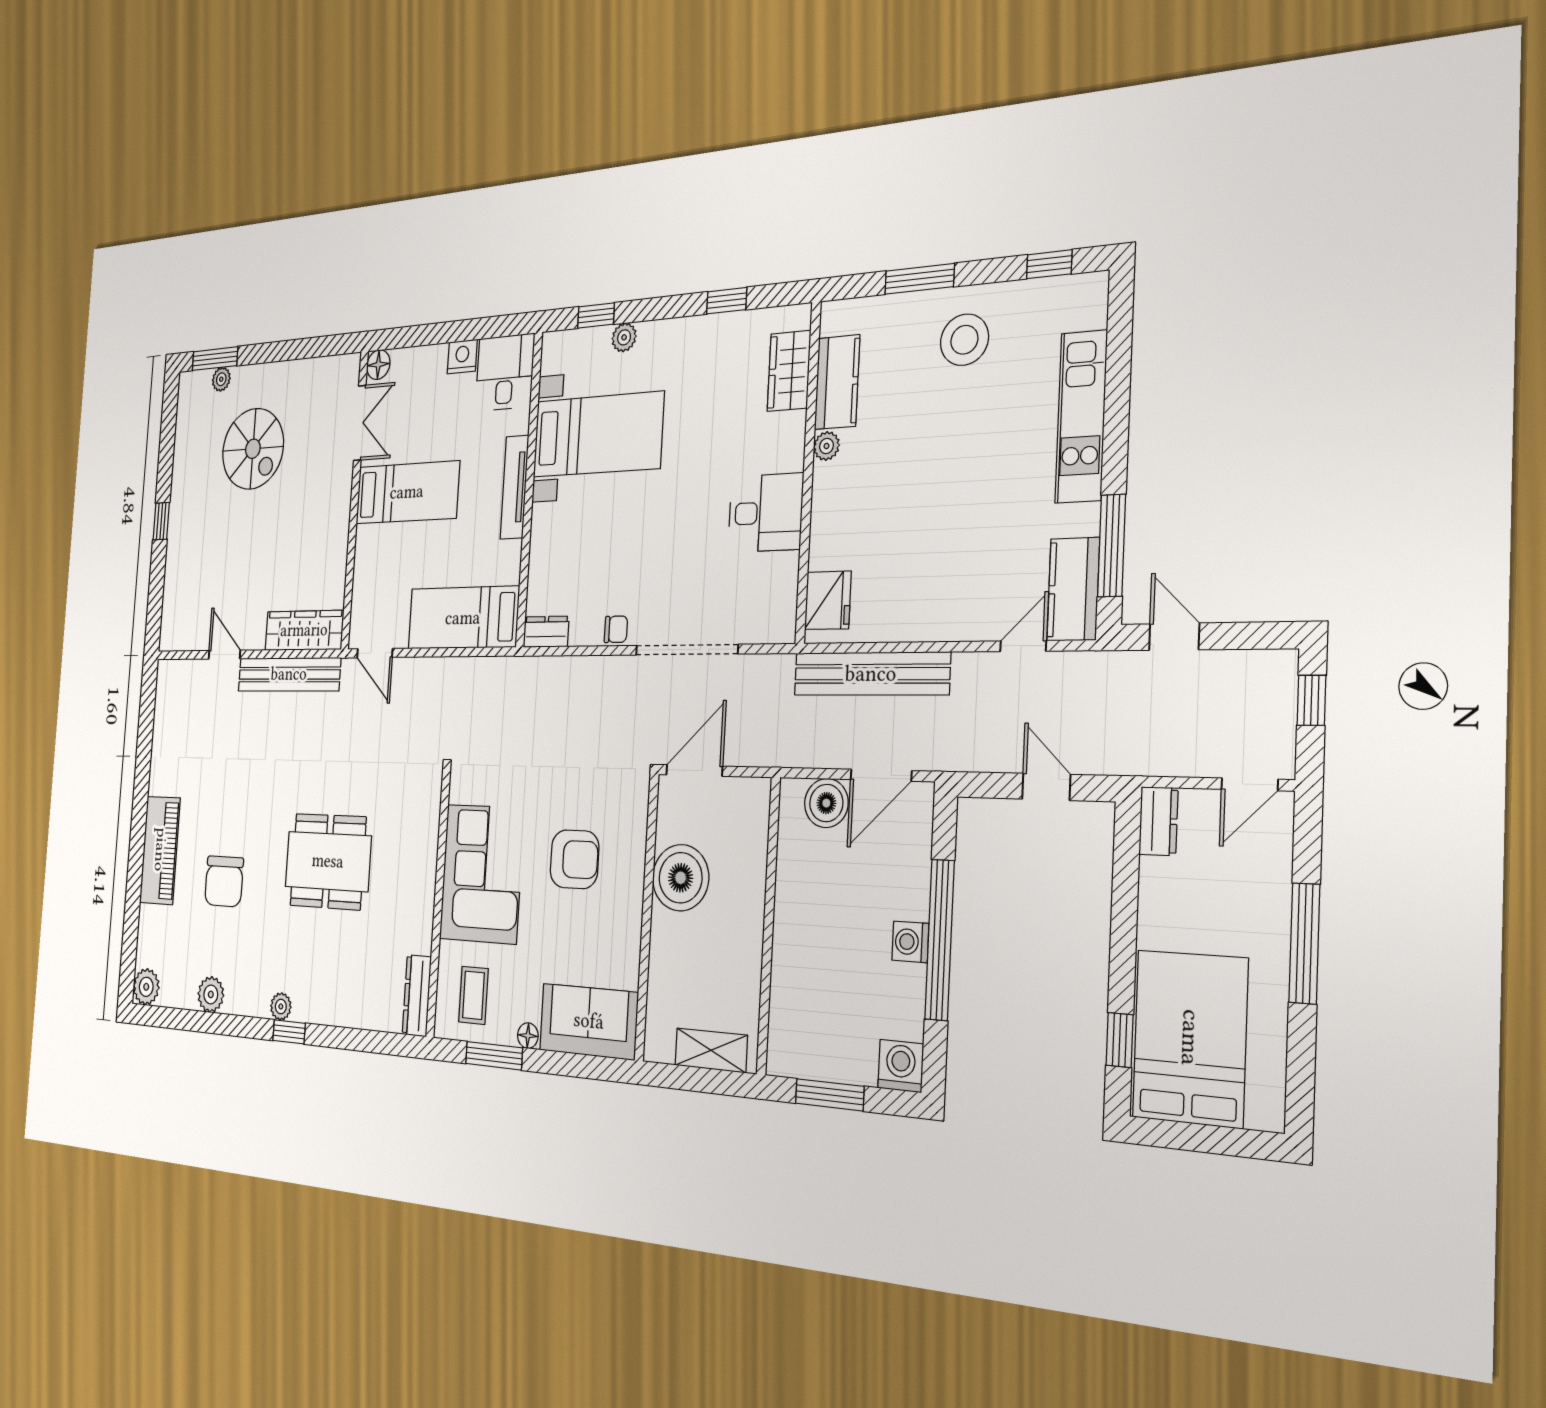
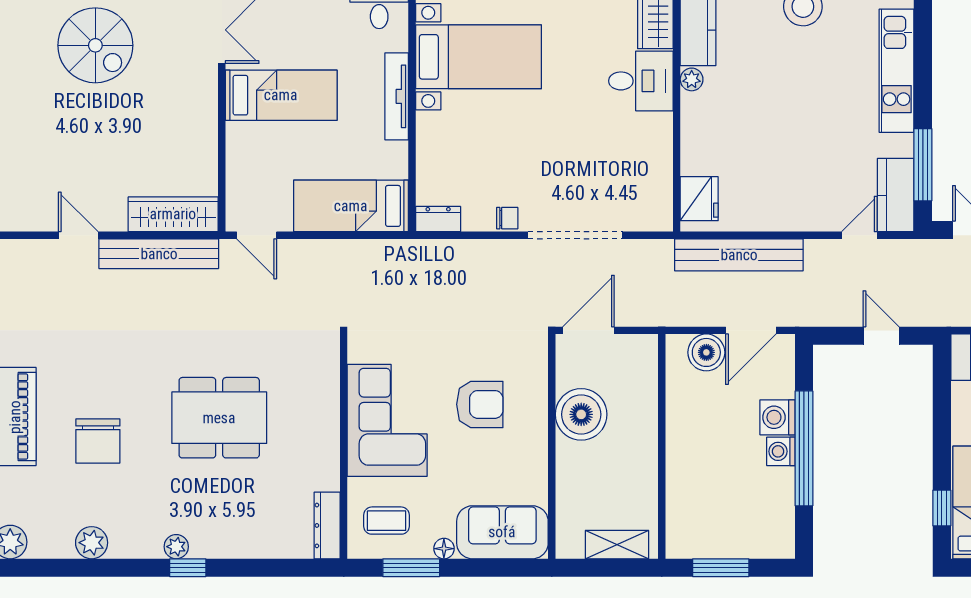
desk: (766, 513) -> (641, 81), moved
coffee table: (473, 995) -> (386, 521), turned 90
washing machine: (901, 1066) -> (777, 417), moved, turned -90

